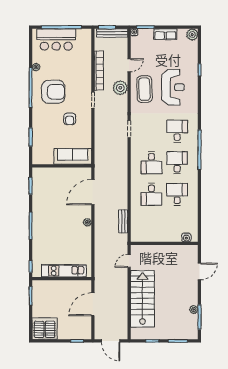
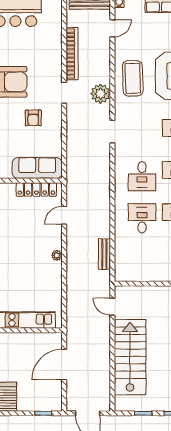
door: (129, 65) -> (112, 28), moved
plant: (120, 88) -> (101, 94), moved
locker: (72, 173) -> (36, 189), added
door: (93, 192) -> (64, 215), width x0.53
desk: (151, 194) -> (142, 218), turned 180
door: (129, 261) -> (112, 307), hinge flipped

